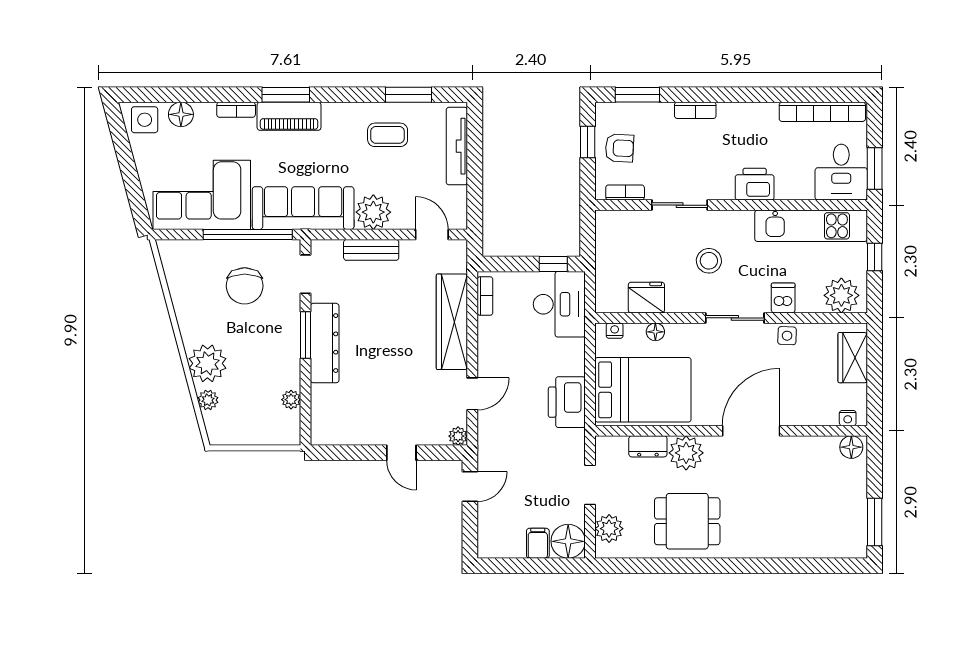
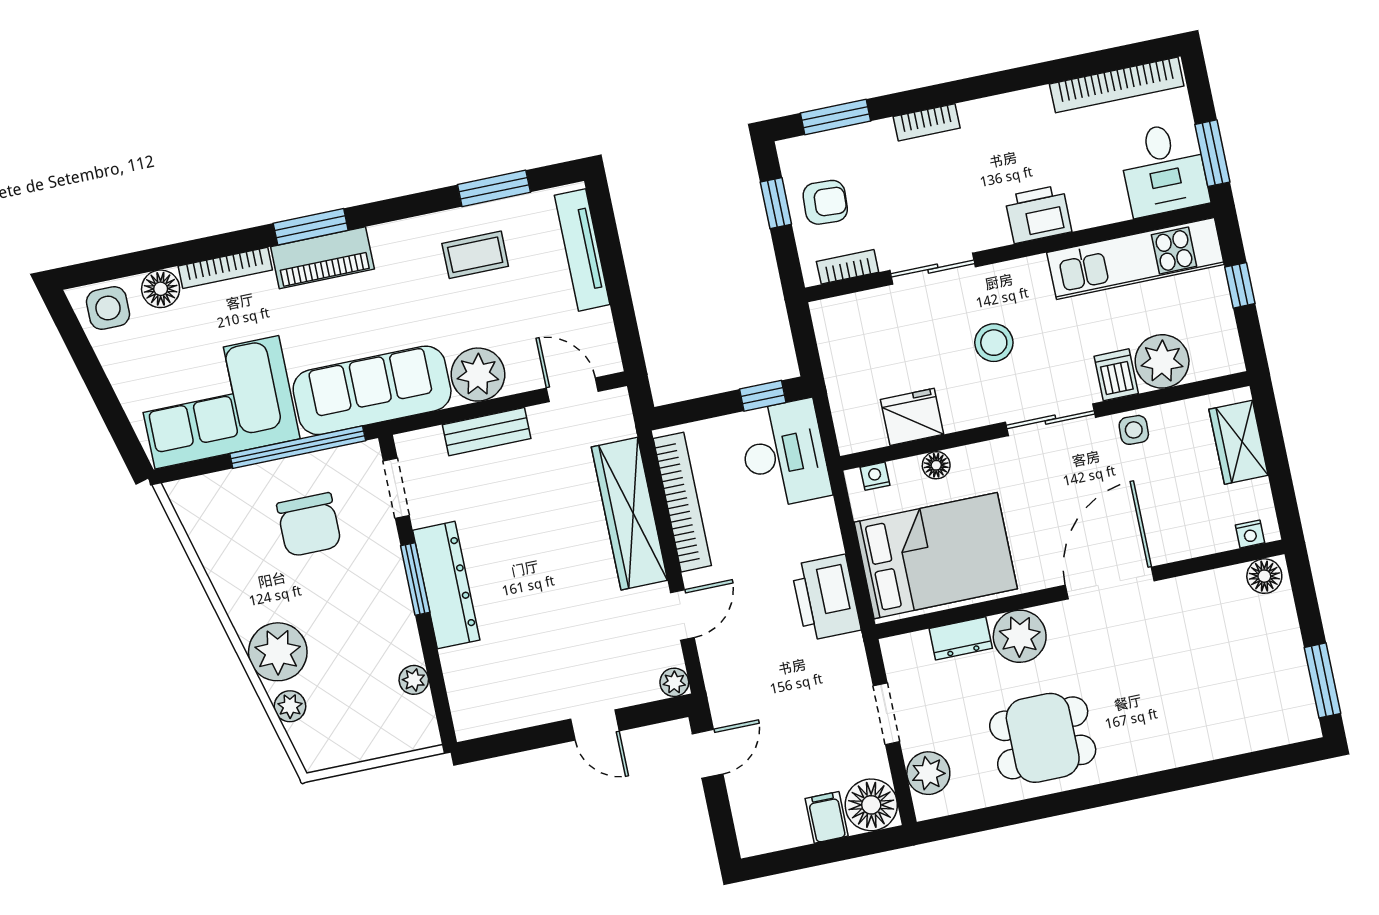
bookcase: (236, 110) -> (225, 268), width x1.56
plant: (841, 295) -> (1162, 361), moved
bookcase: (485, 296) -> (682, 502), width x2.31, depth x1.31

